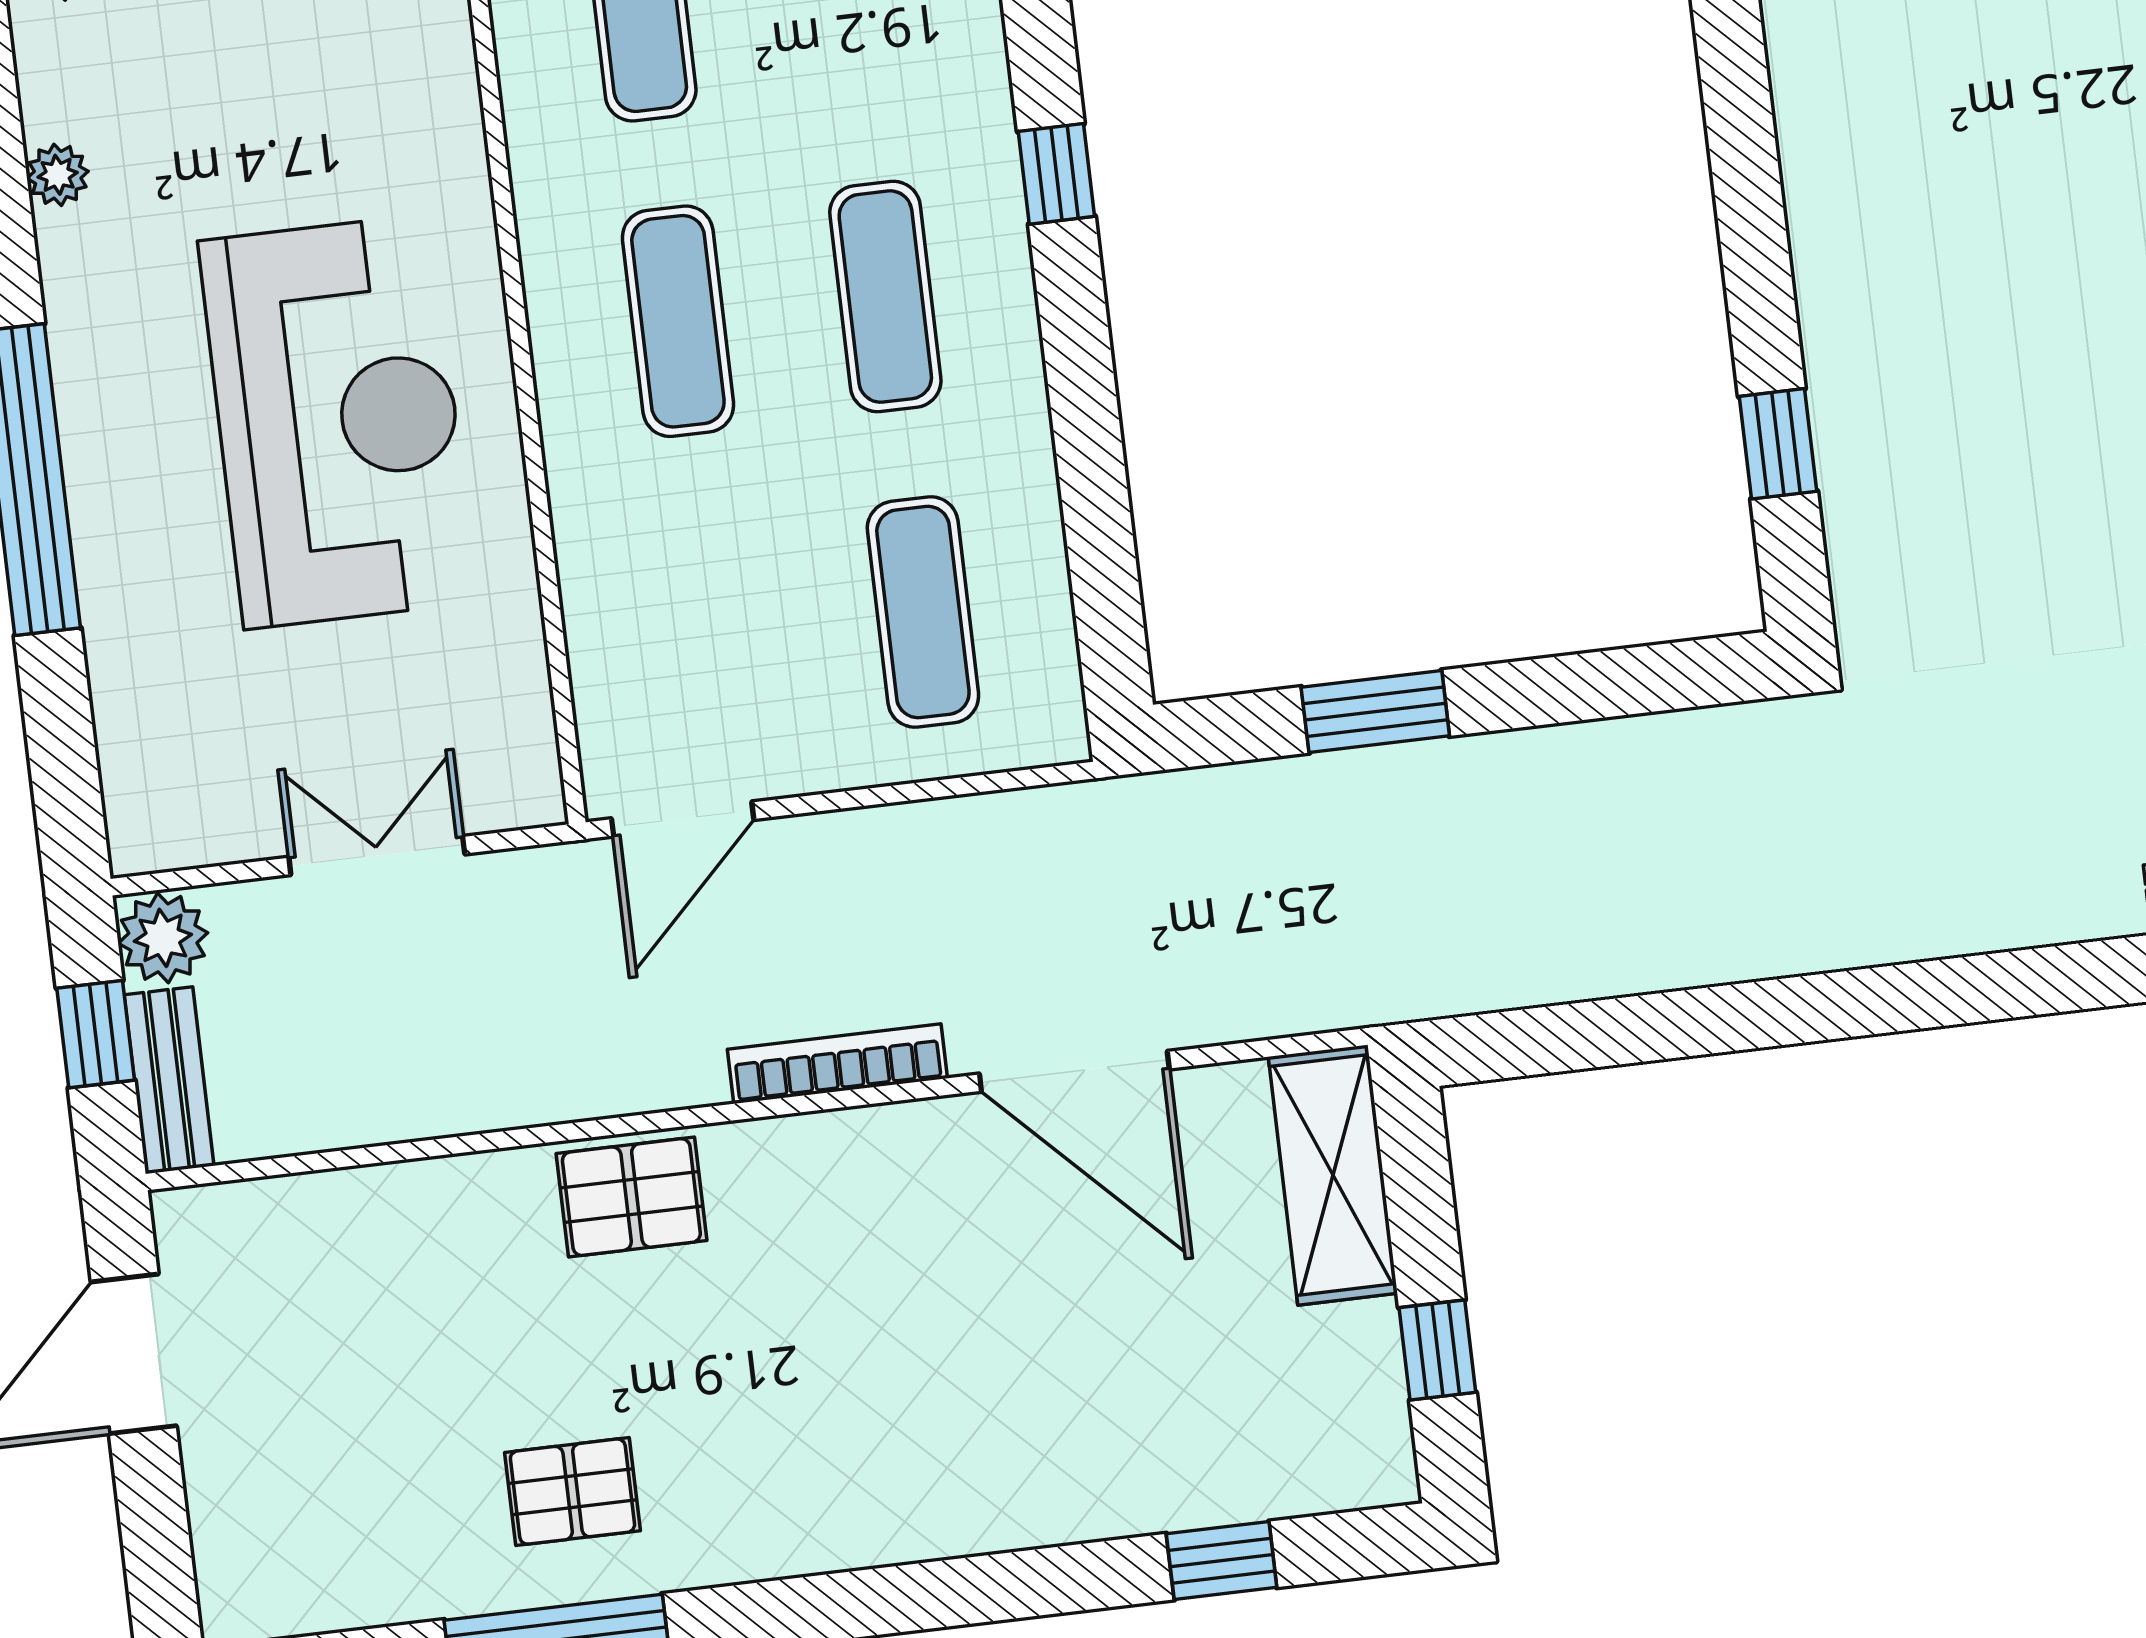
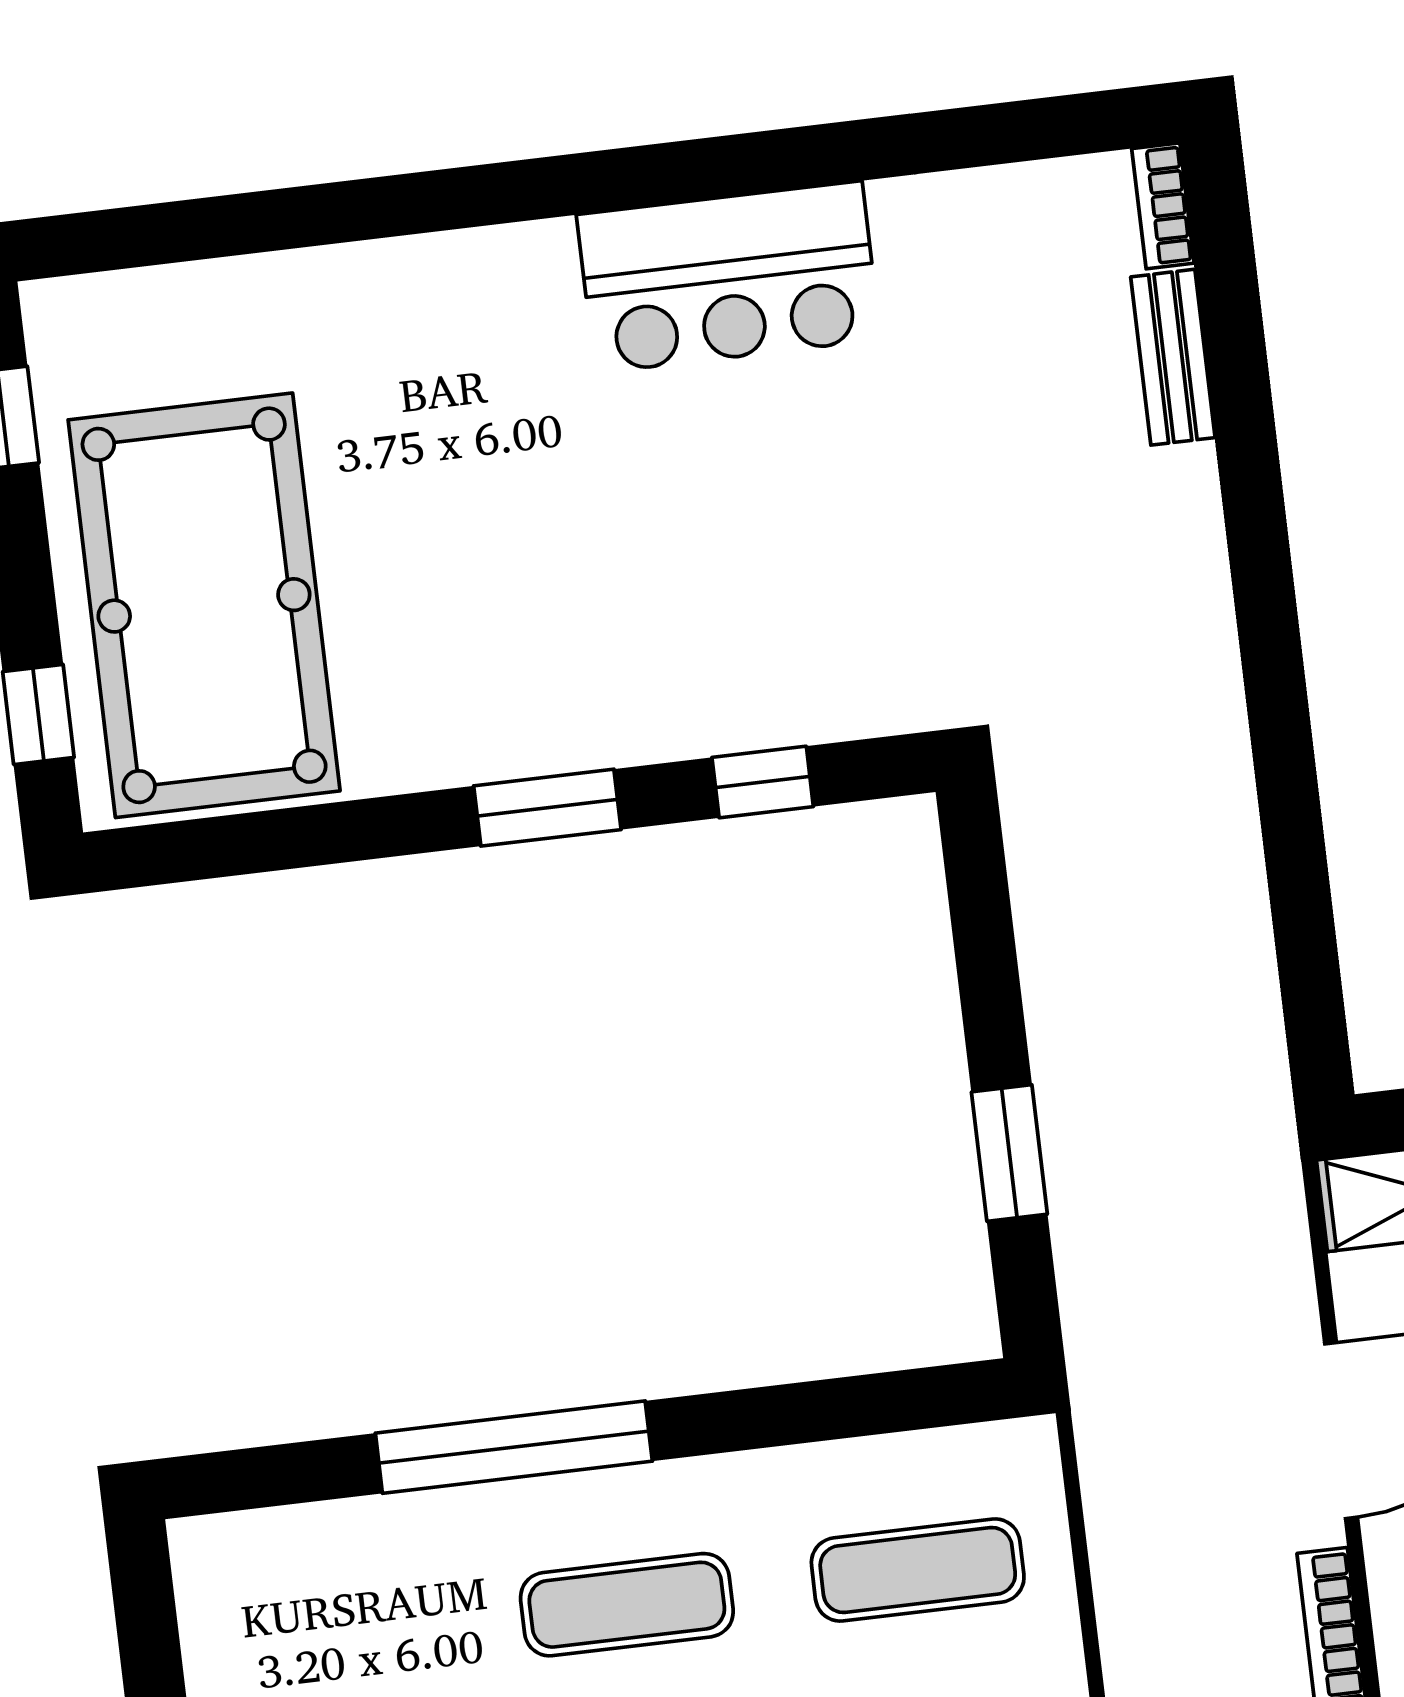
window: (1056, 174) -> (514, 1447), width x3.17
window: (1750, 210) -> (547, 808), added

